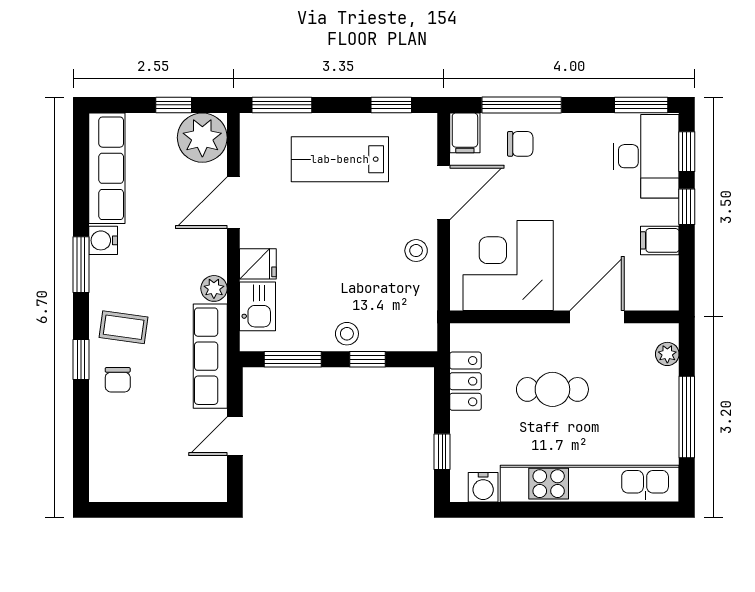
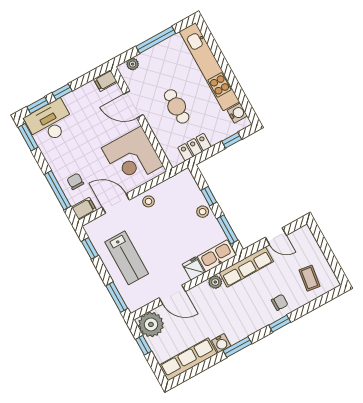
filing cabinet: (660, 240) -> (105, 81), moved, turned 90
kitchen sink: (257, 306) -> (217, 256), width x1.38
coffee table: (124, 327) -> (310, 278), moved

